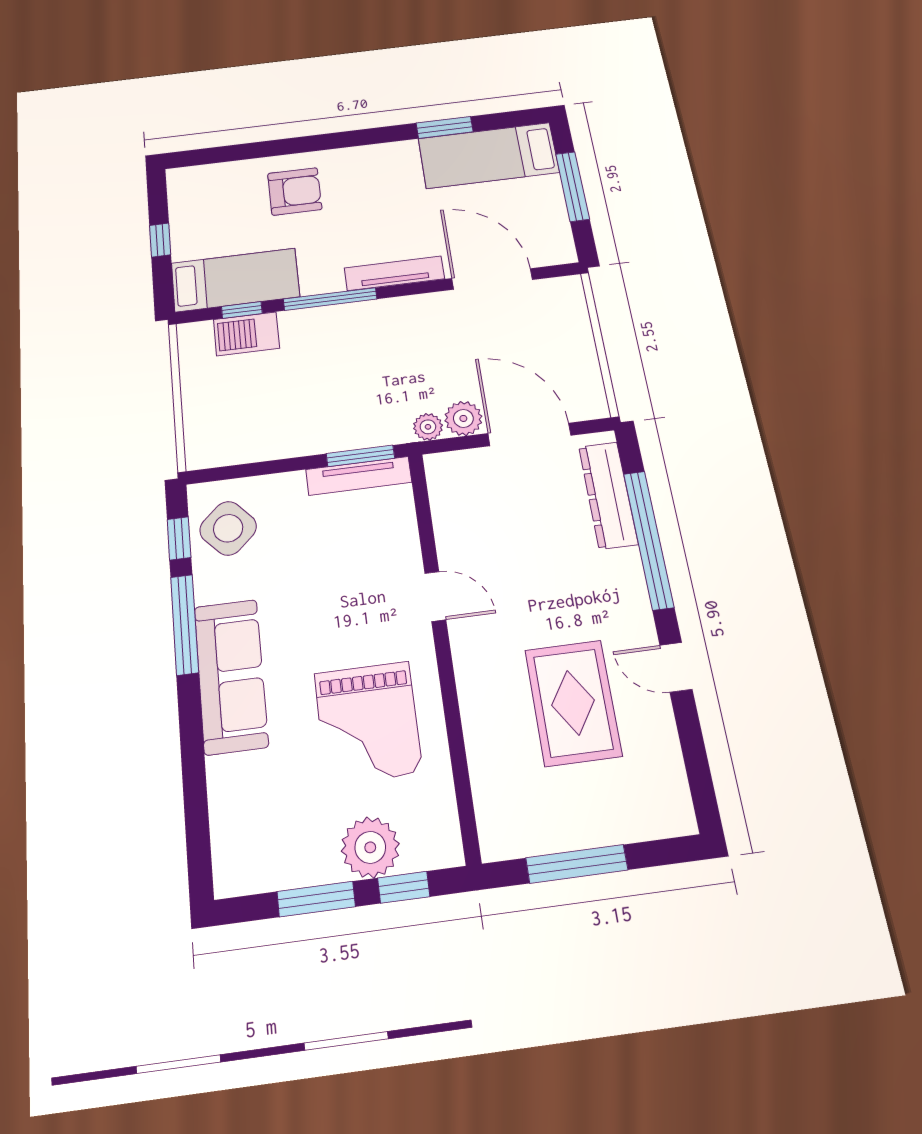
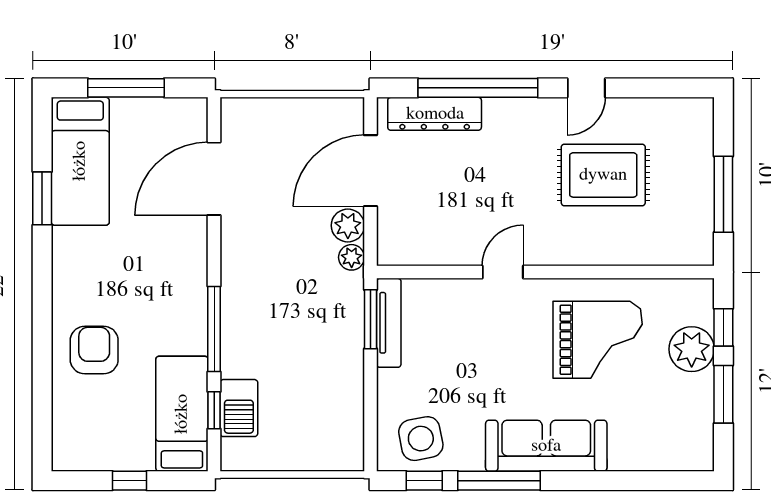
tv unit: (394, 273) -> (196, 267), removed
side table: (228, 528) -> (421, 439), turned 32

